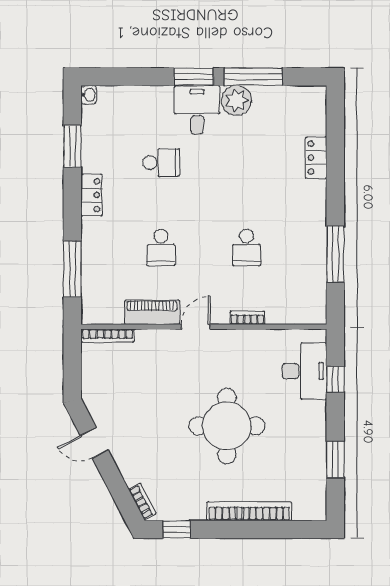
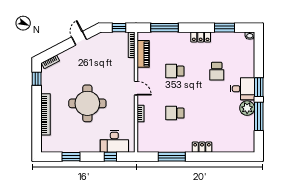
locker: (316, 158) -> (202, 147), moved
piano: (152, 312) -> (143, 54), moved
window: (72, 361) -> (119, 28), added

